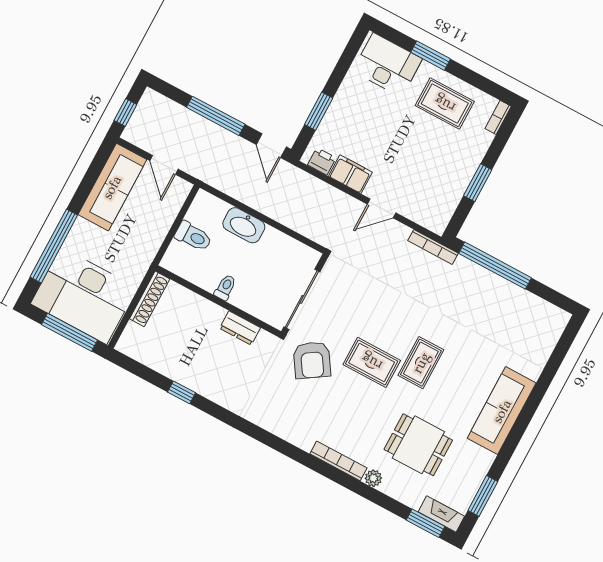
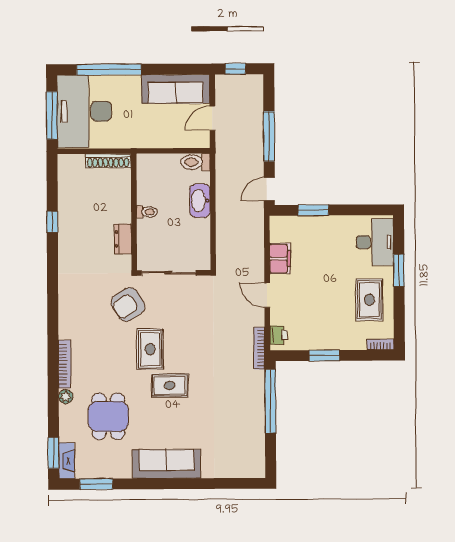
printer: (322, 161) -> (278, 335), moved
toilet: (193, 236) -> (195, 162), moved, turned 90

